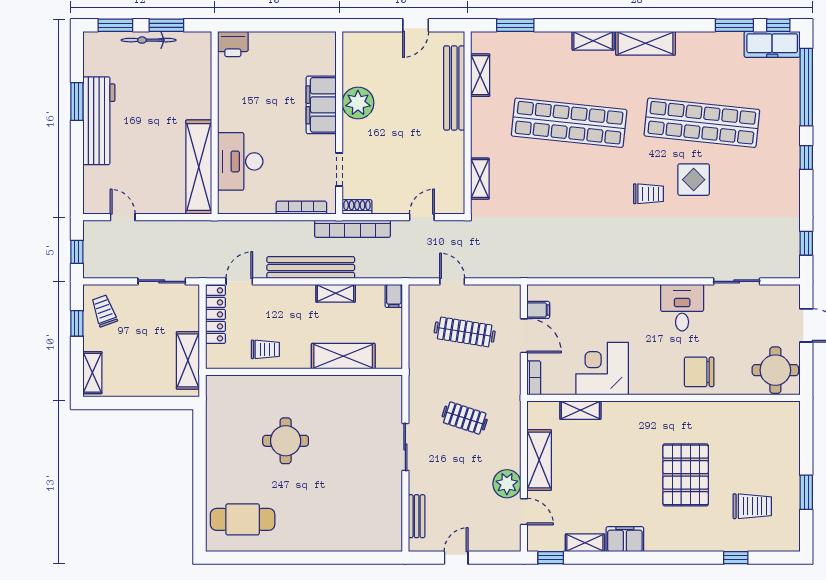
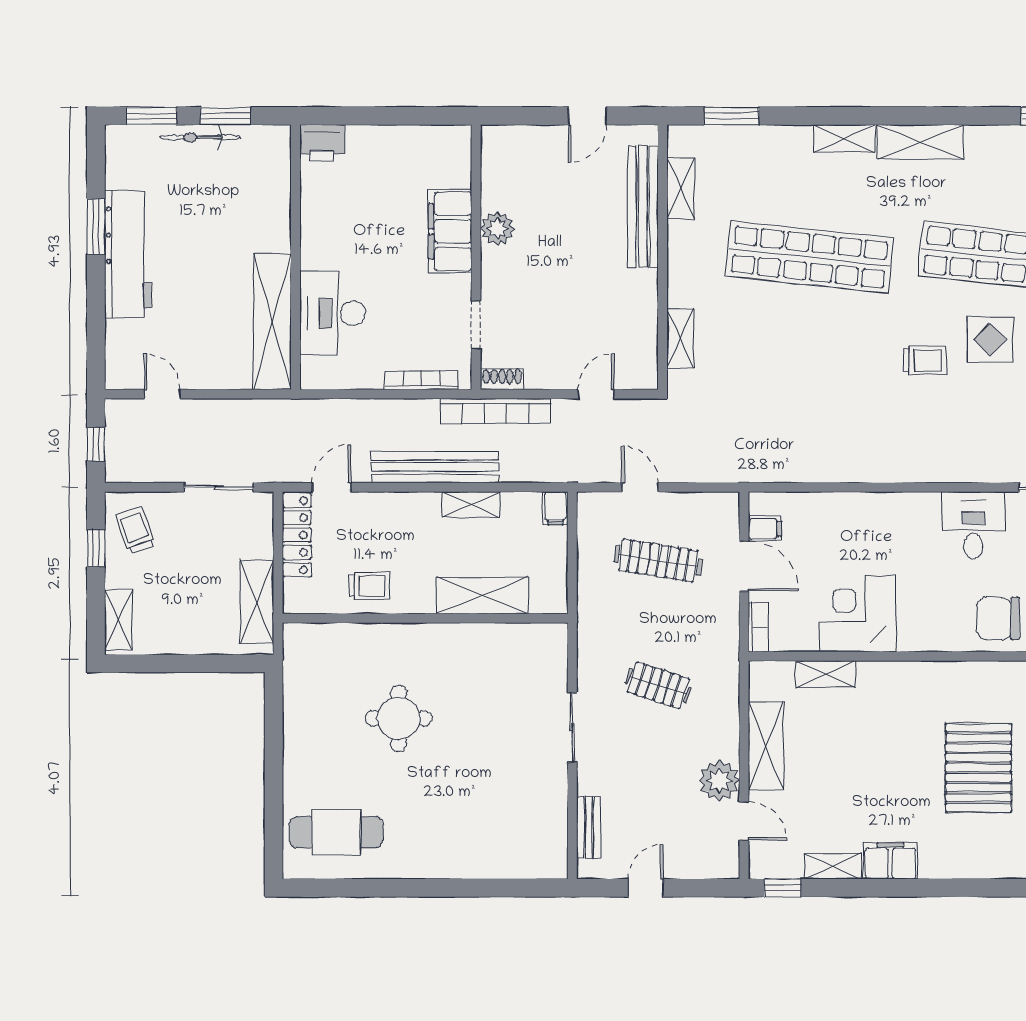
plant: (358, 103) -> (497, 229), width x0.73, depth x0.73

